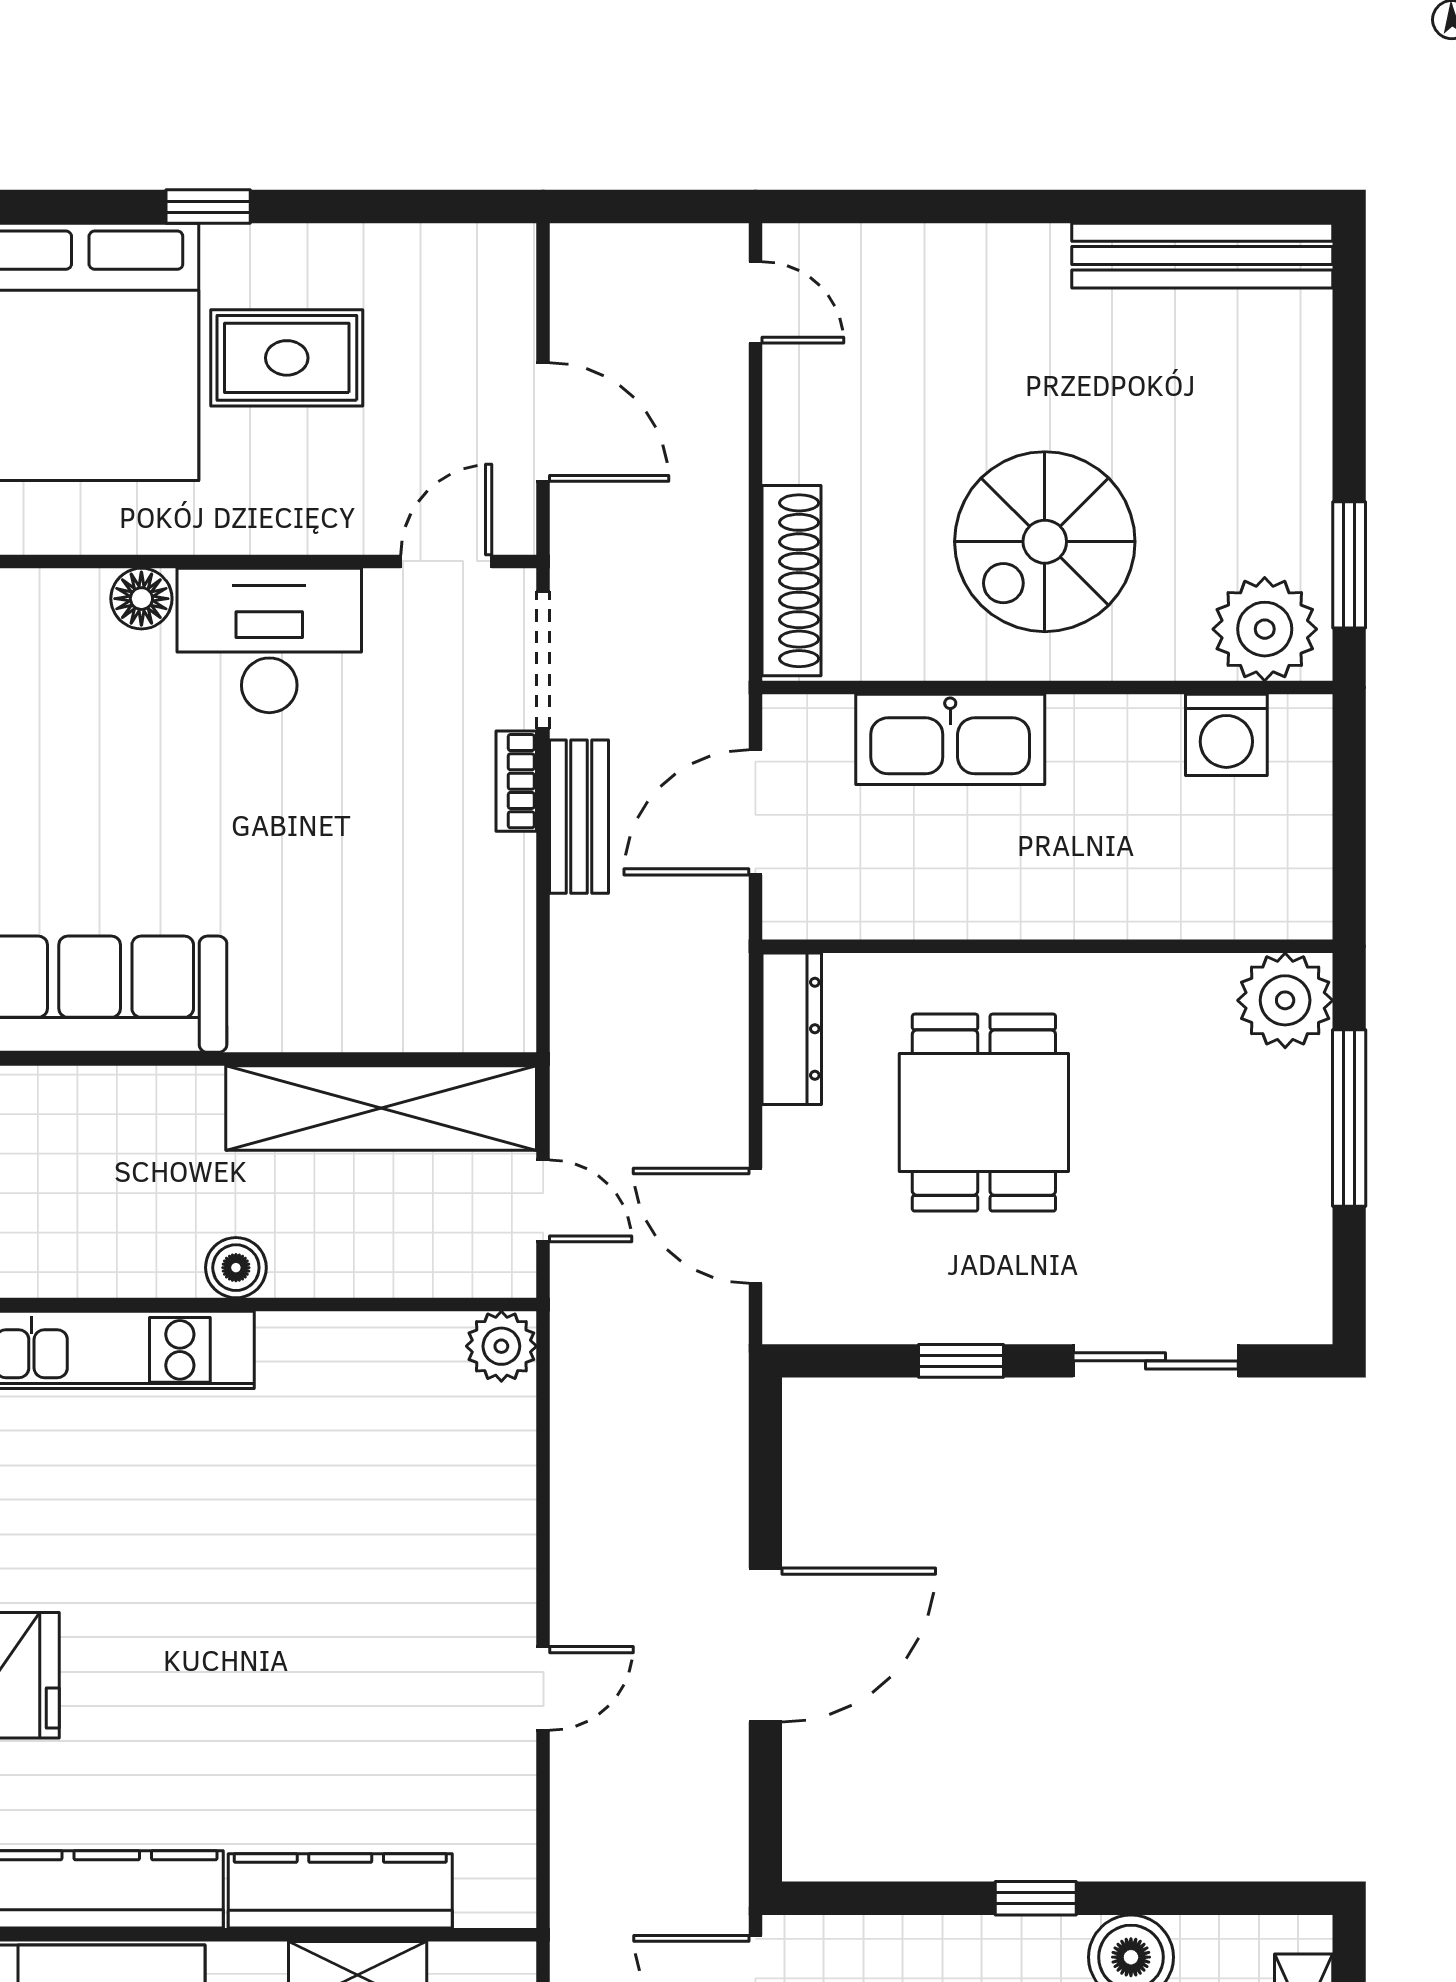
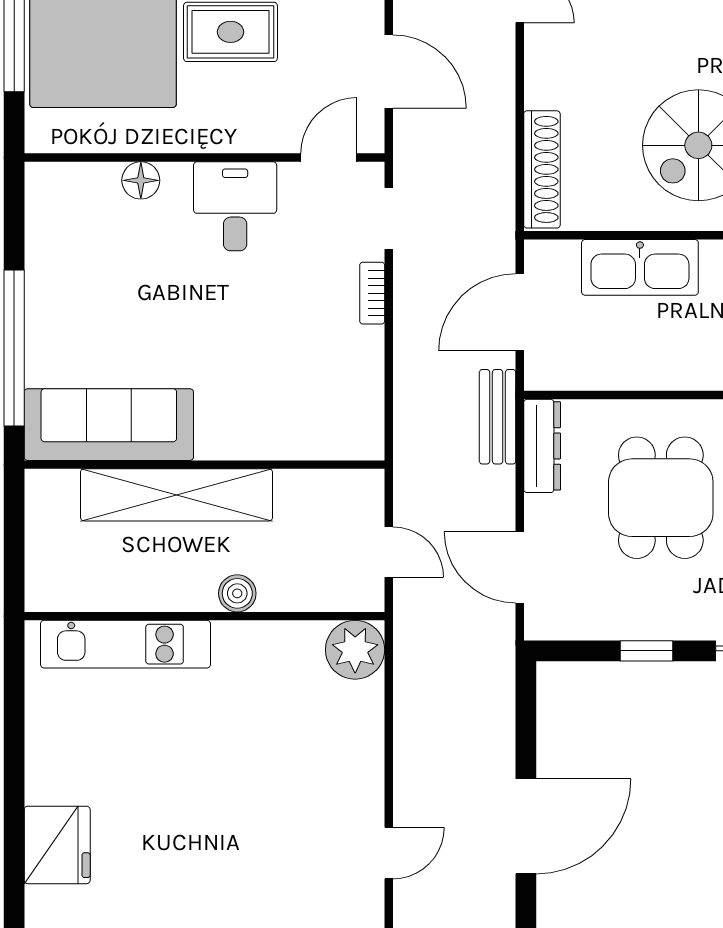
desk: (269, 640) -> (235, 206), width x0.73
doorway: (543, 660) -> (389, 218), width x0.73
bench: (579, 817) -> (498, 417), moved
shelving: (381, 1108) -> (177, 495), moved
boiler: (236, 1268) -> (237, 593), moved
plant: (501, 1346) -> (355, 650), width x1.36, depth x1.36

